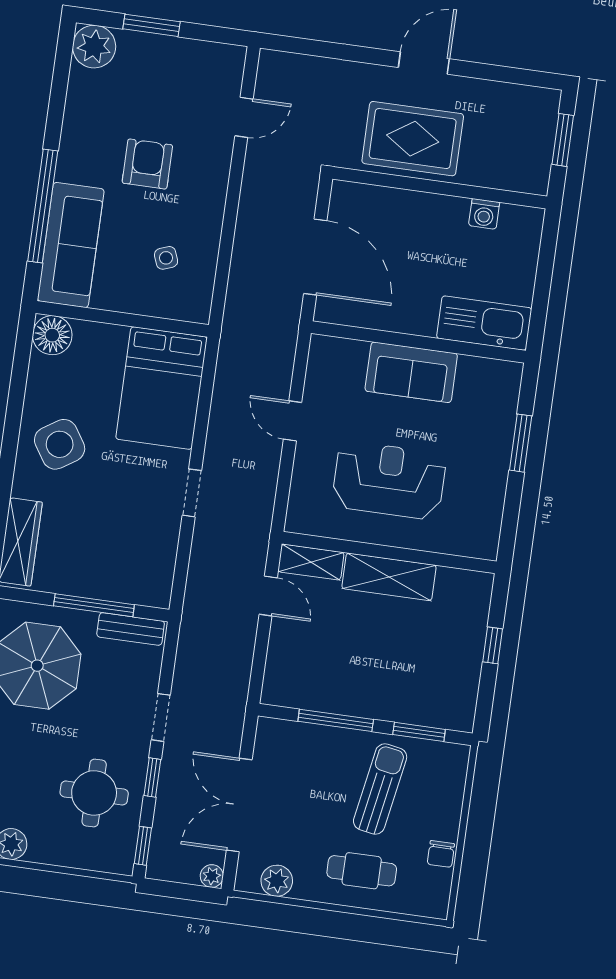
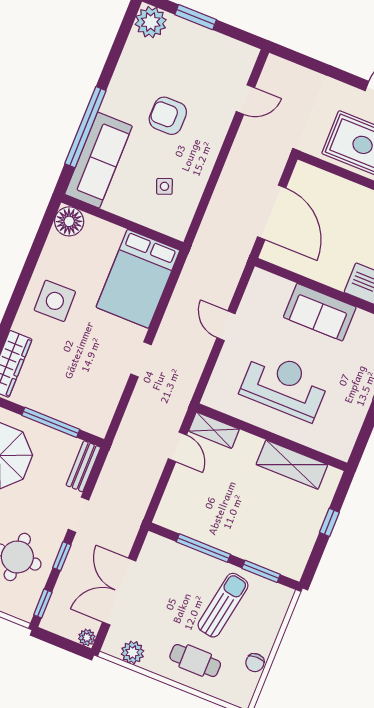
armchair: (147, 164) -> (168, 116), turned -90
side table: (60, 444) -> (55, 301), turned 32
shelving: (389, 577) -> (292, 465), moved
bench: (131, 629) -> (83, 466), moved, turned 90

